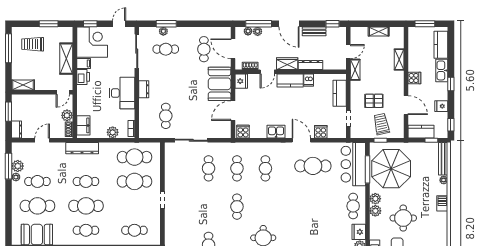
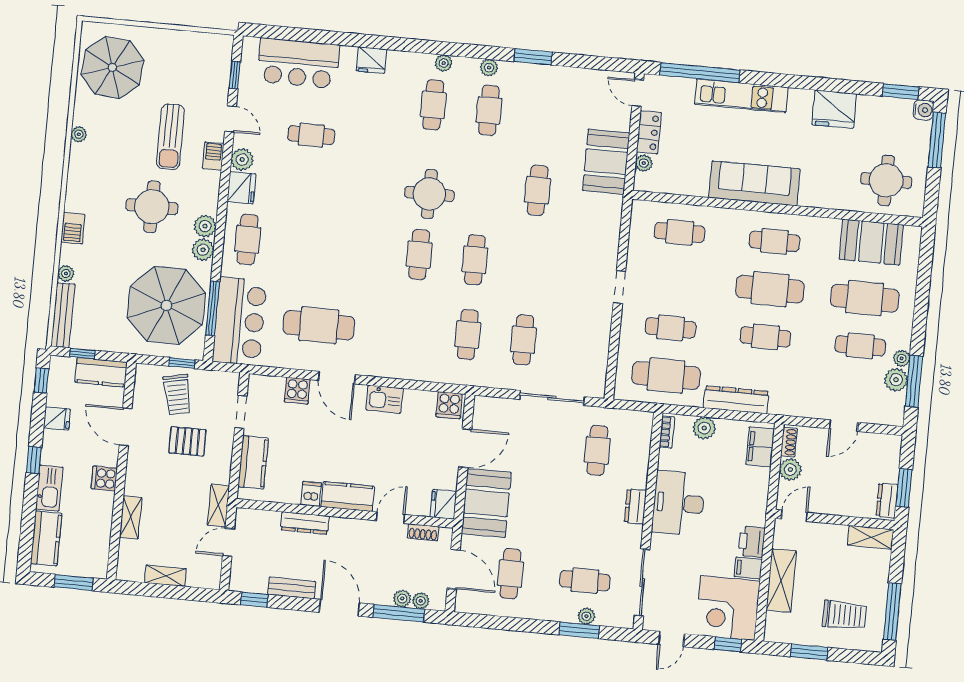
wardrobe: (287, 64) -> (350, 530), removed
dresser: (17, 130) -> (887, 500), moved
dresser: (82, 148) -> (736, 400), moved
cafe table: (265, 168) -> (419, 255), moved
cafe table: (134, 181) -> (671, 328), width x0.73, depth x0.74

